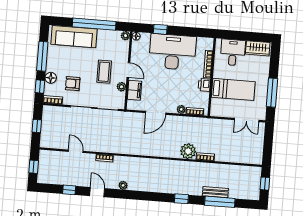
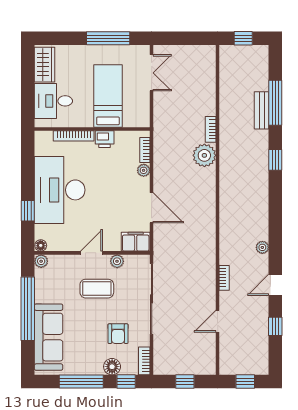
filing cabinet: (134, 90) -> (136, 242), moved

